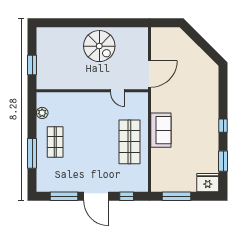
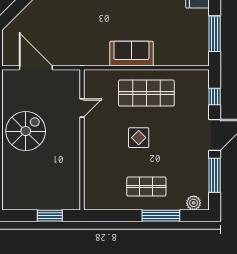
door: (150, 74) -> (36, 68), moved
plant: (42, 113) -> (194, 203), moved
display table: (94, 136) -> (139, 138), added

